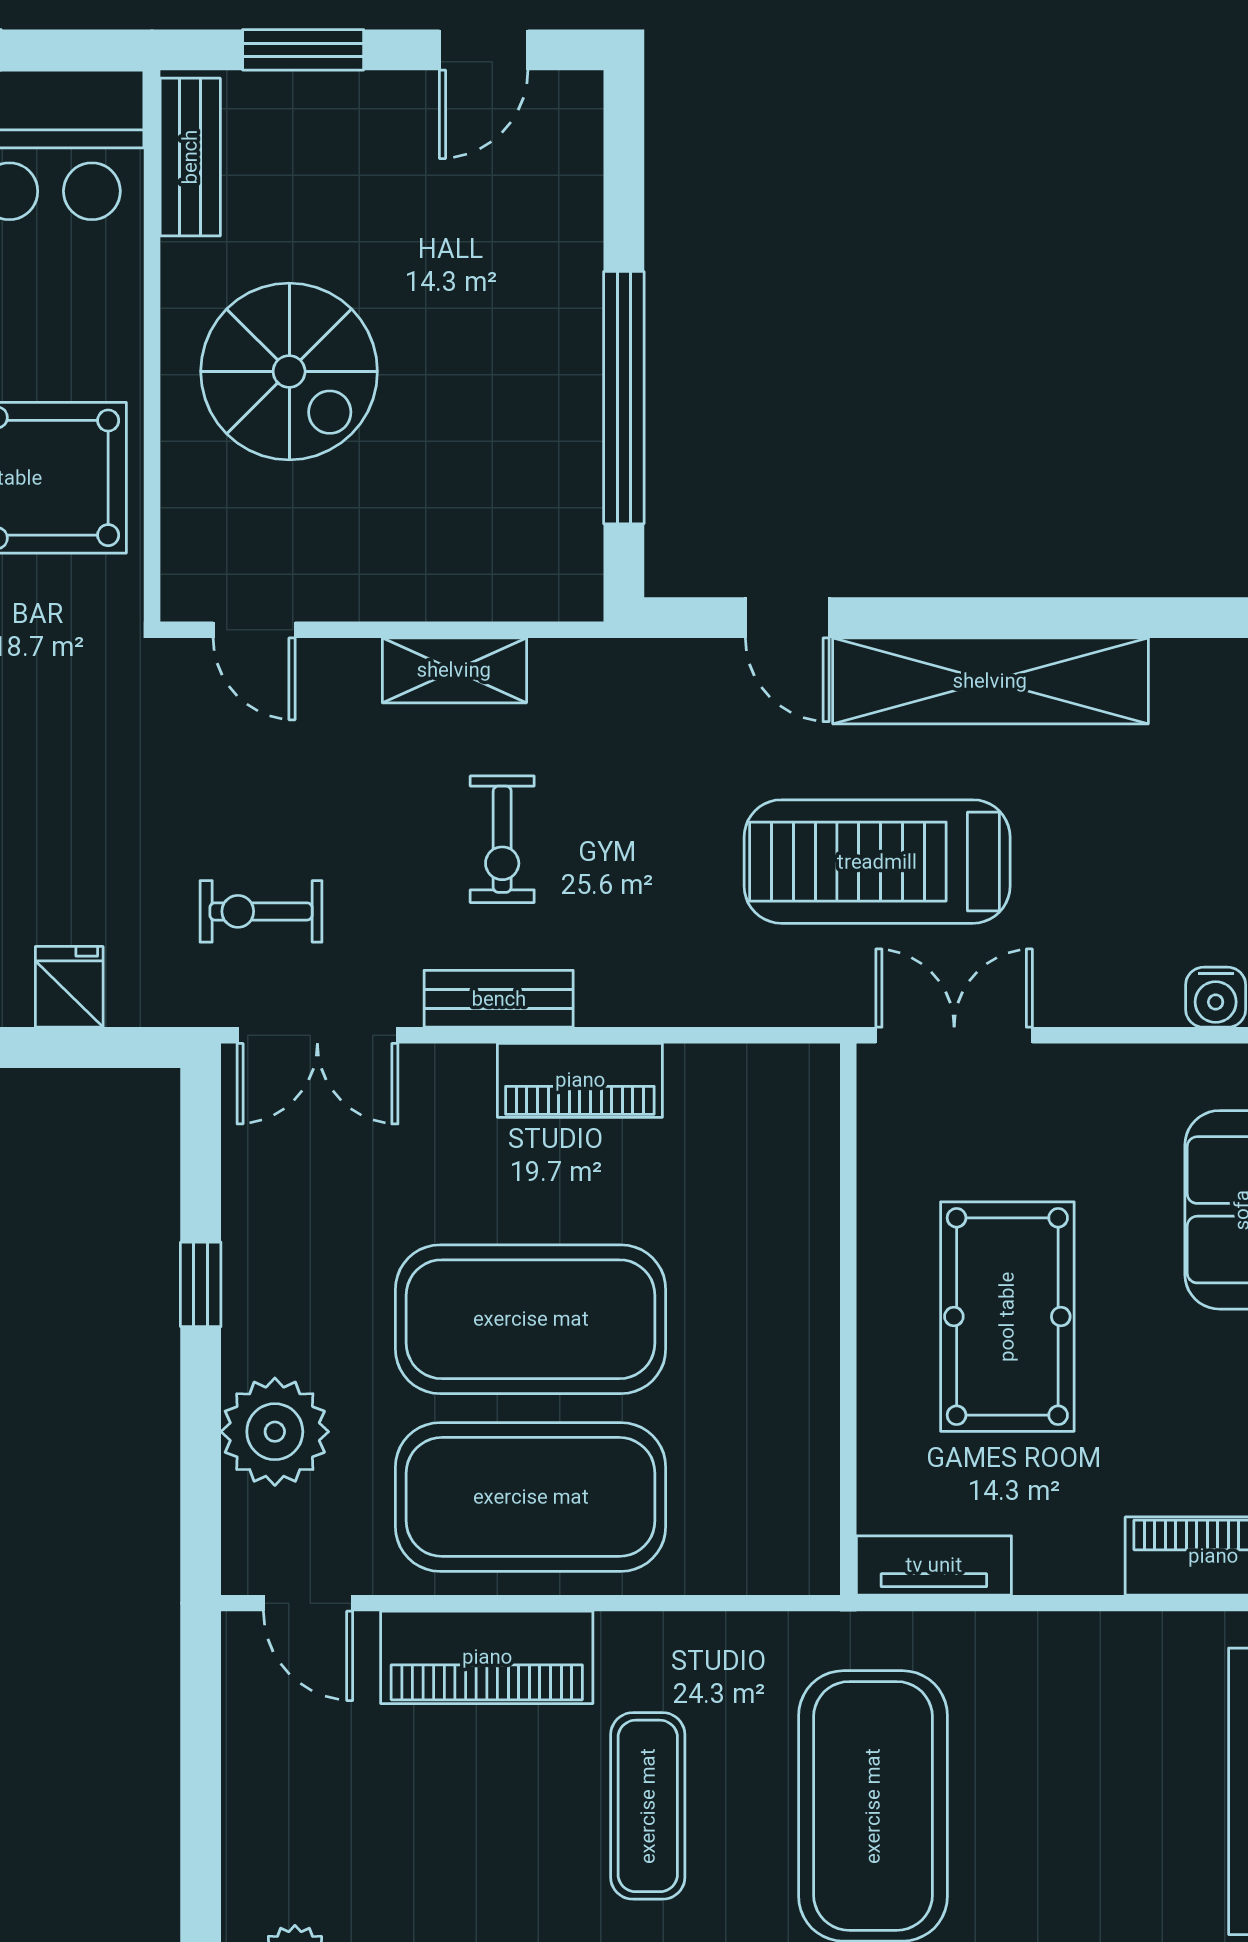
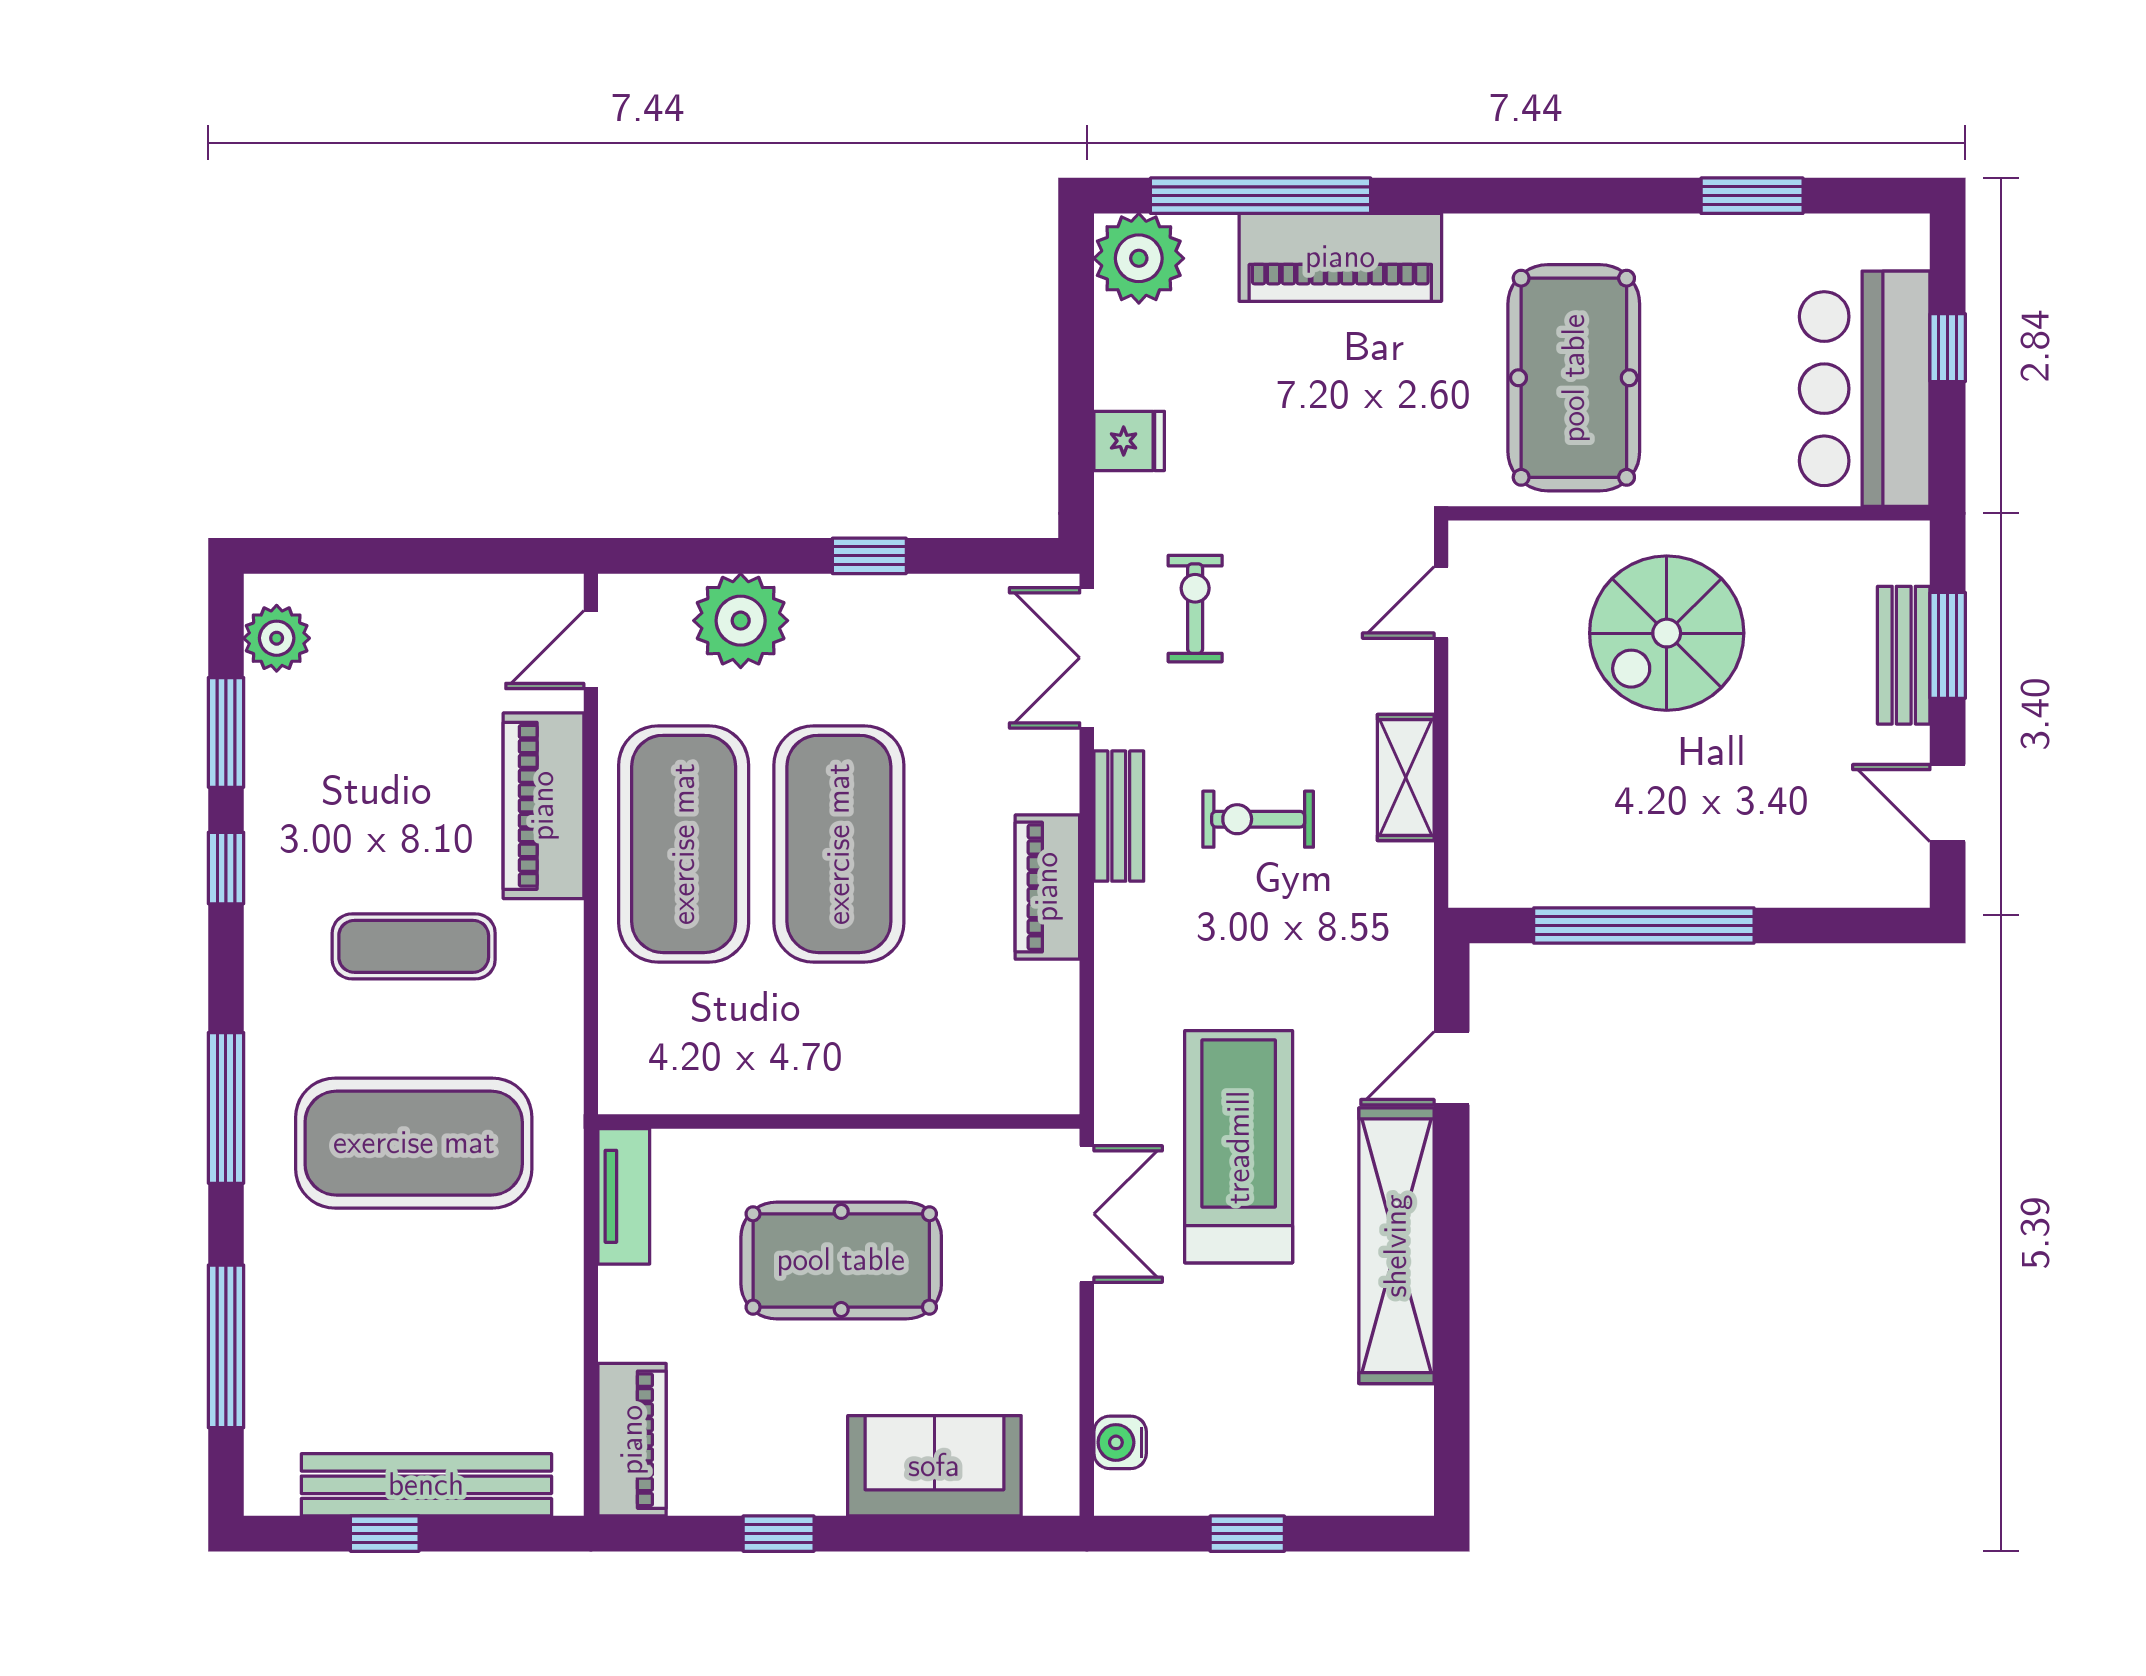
bench: (190, 157) -> (1904, 655), moved, turned 90

